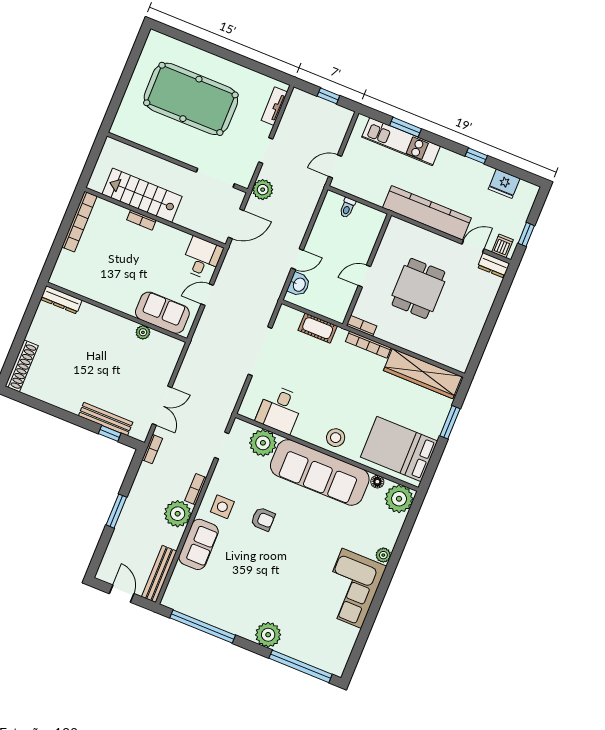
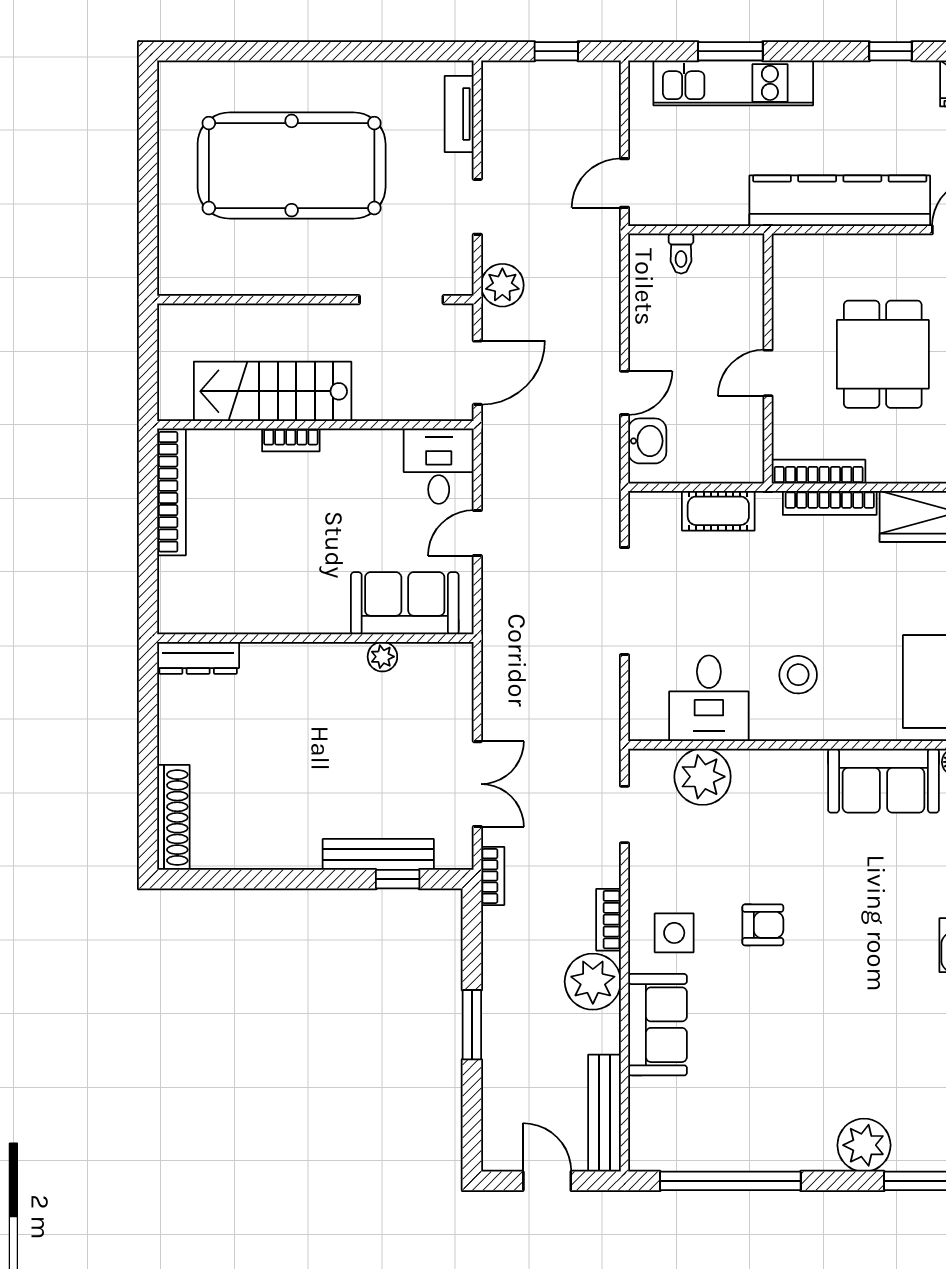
bookcase: (362, 326) -> (819, 472), width x1.56
stool: (336, 438) -> (798, 675), moved
sofa: (320, 472) -> (883, 781), width x0.54, depth x0.79

